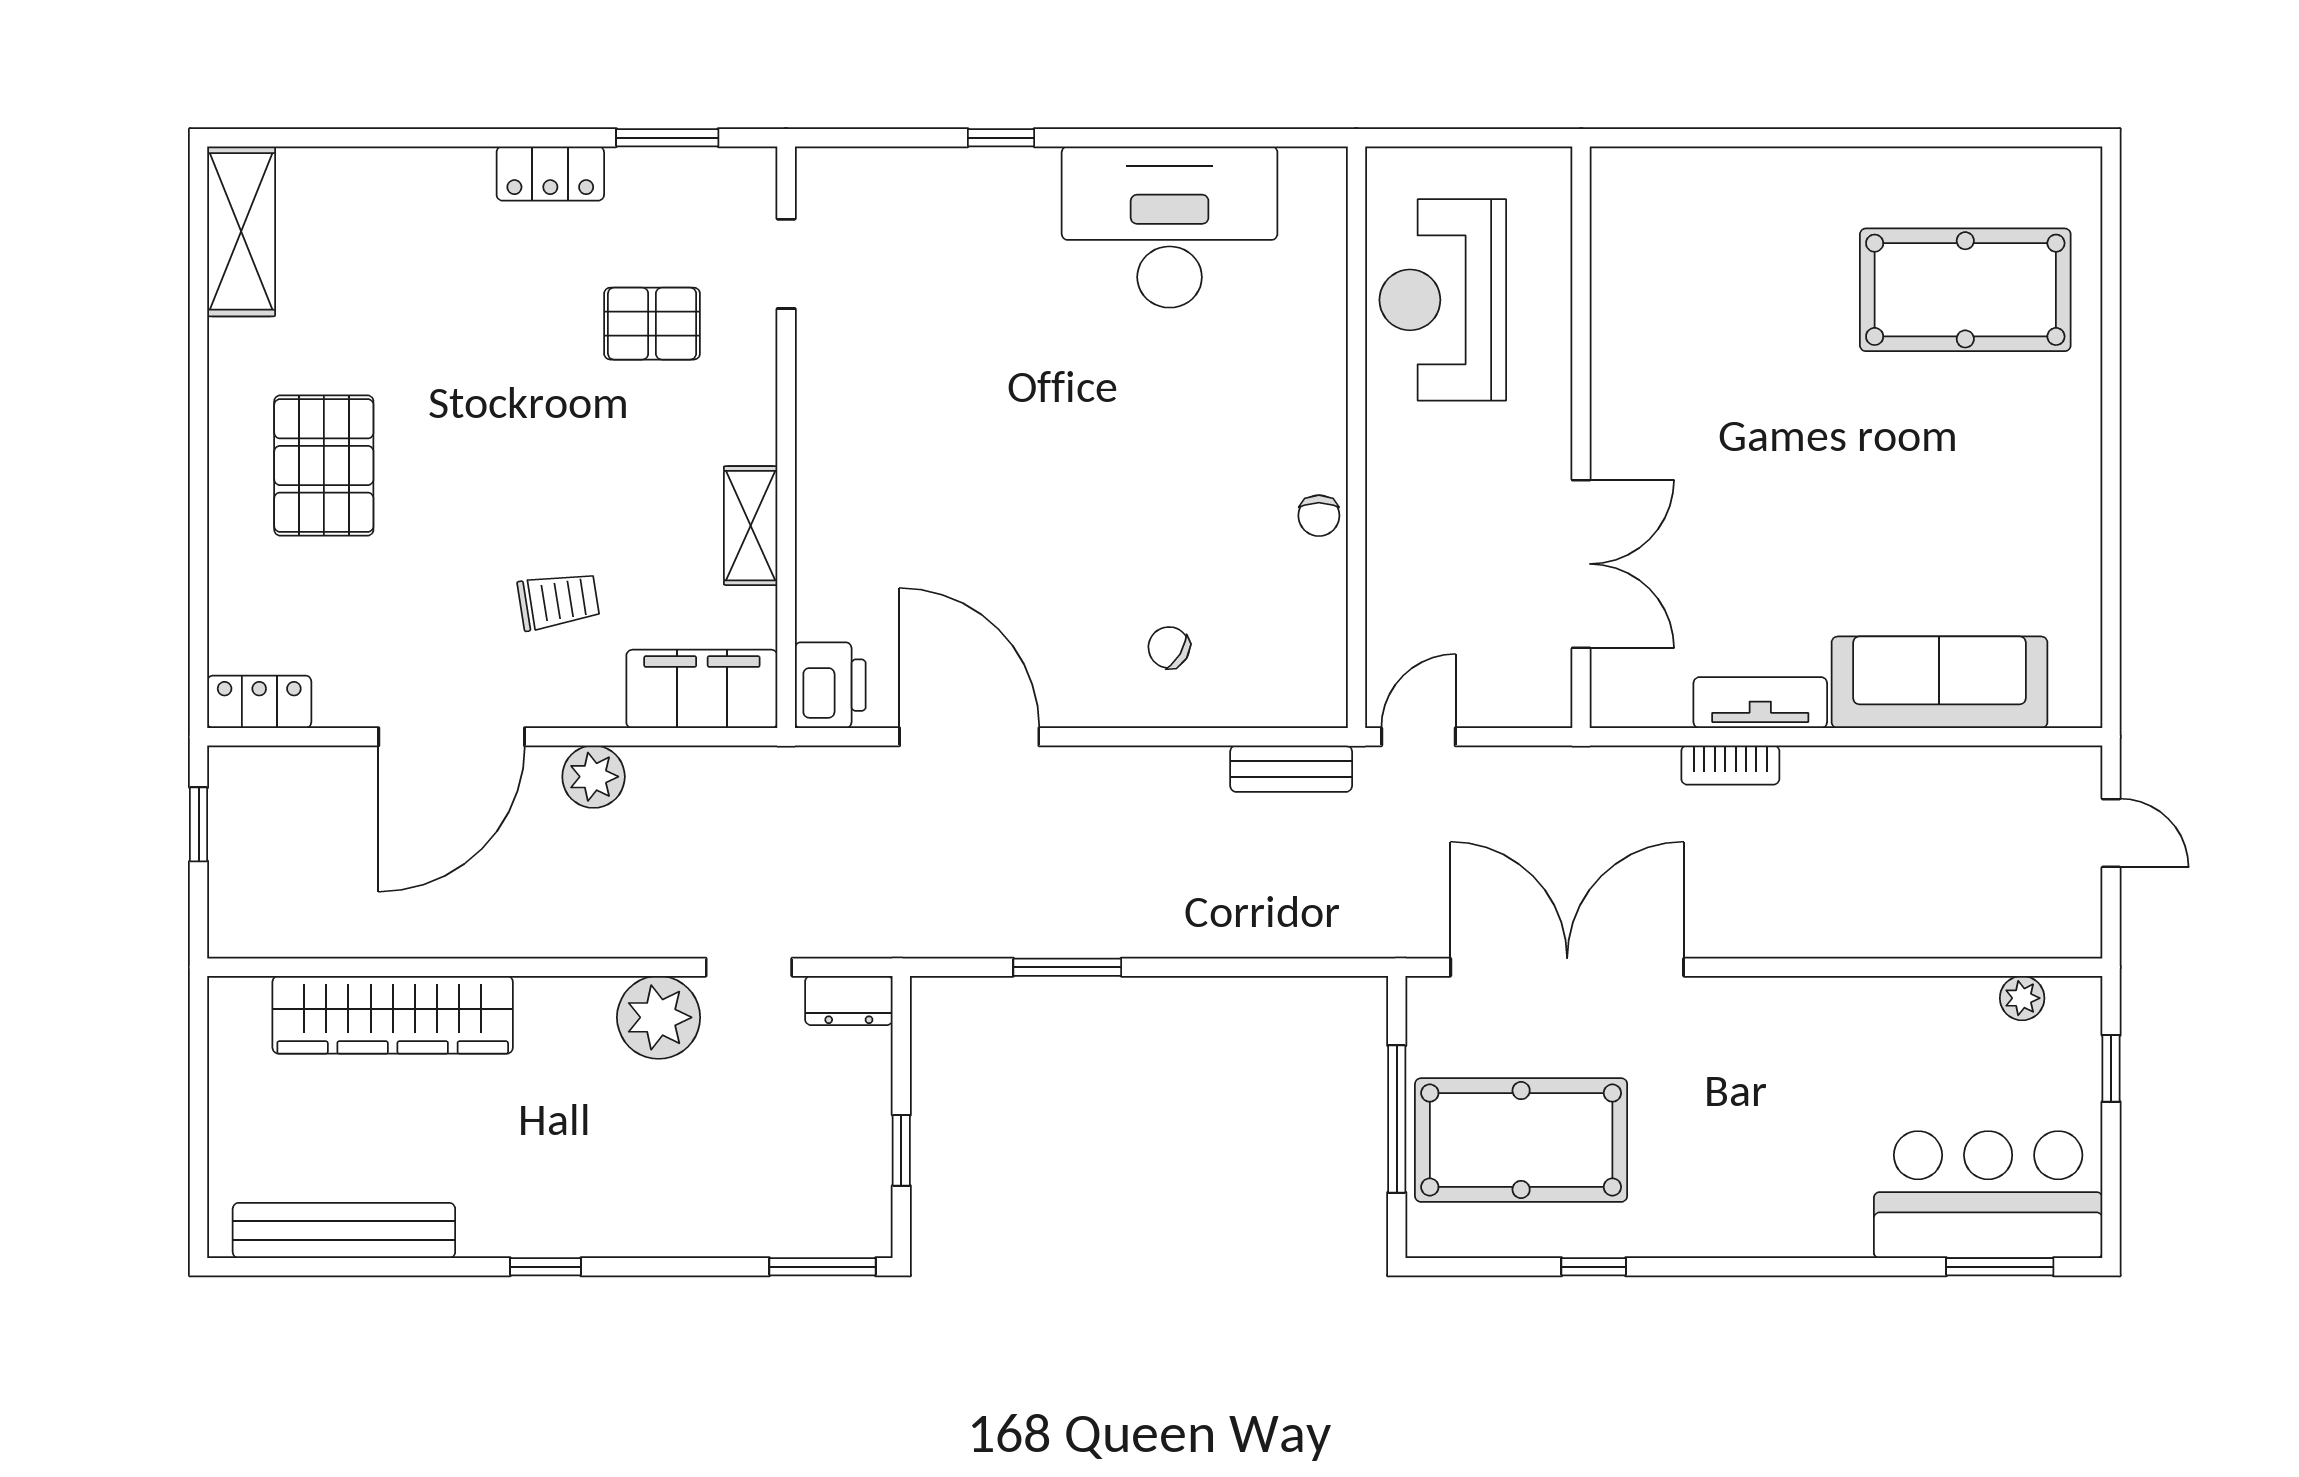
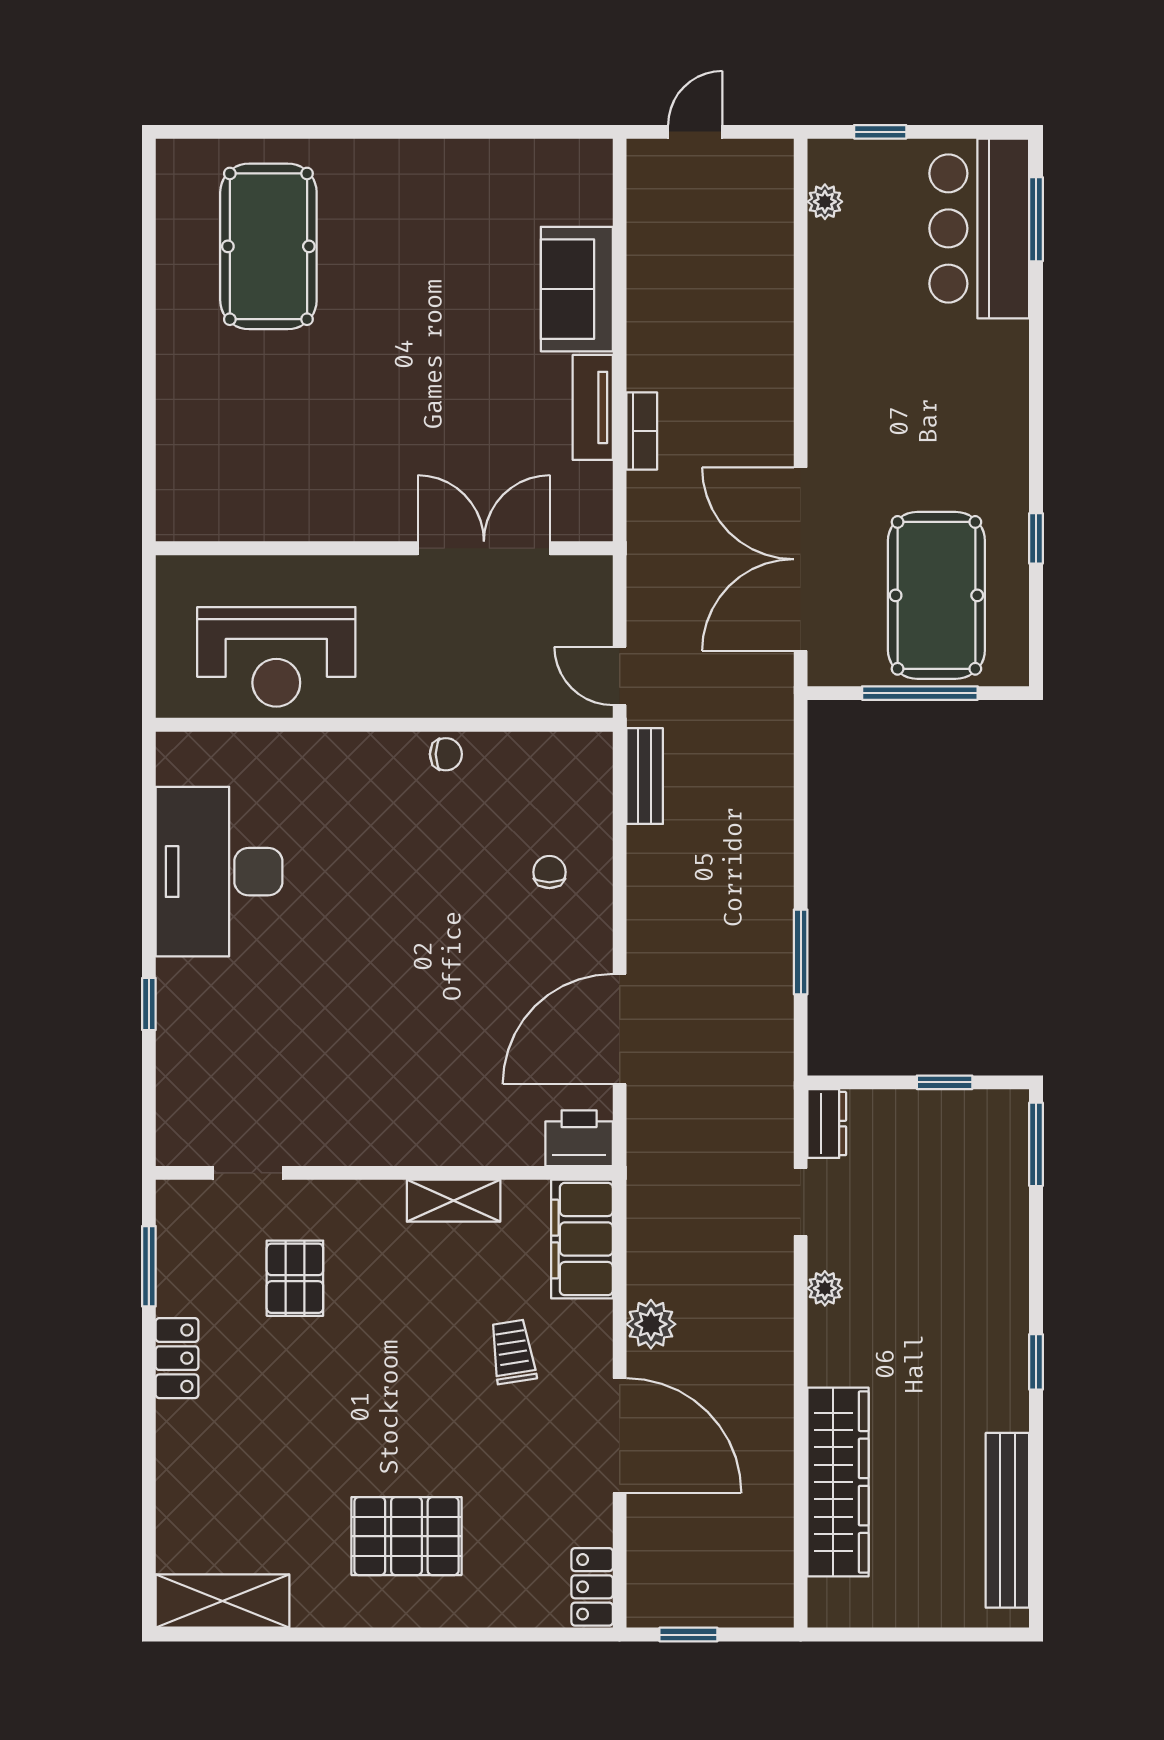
chair: (1169, 647) -> (549, 872), turned 149
sofa: (1939, 682) -> (577, 289), width x0.73
plant: (659, 1017) -> (825, 1288), width x0.53, depth x0.53

